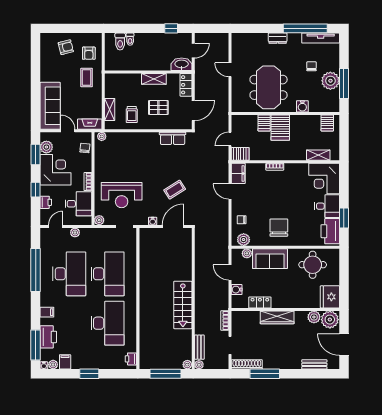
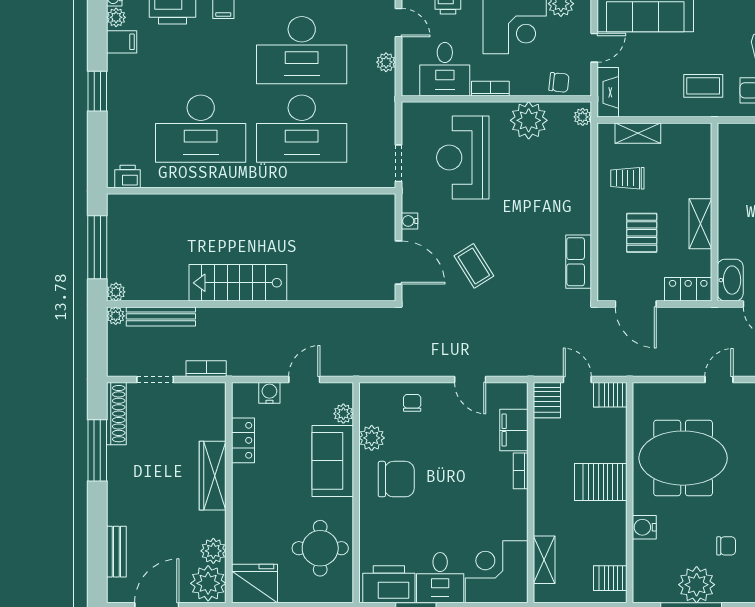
server rack: (264, 123) -> (610, 395), moved
filing cabinet: (238, 173) -> (514, 430), moved, turned 90
door: (230, 191) -> (470, 379), swing flipped
plant: (99, 220) -> (529, 120), moved, width x1.88, depth x1.88
plant: (244, 240) -> (372, 438), moved
bench: (199, 347) -> (161, 316), width x1.36

